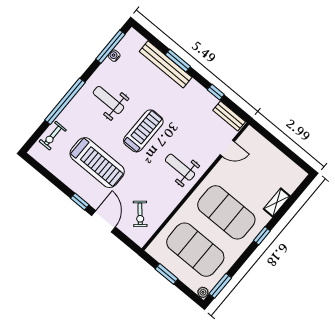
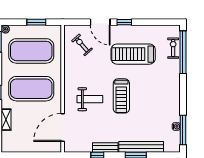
weight bench: (108, 100) -> (158, 97), removed
window: (65, 101) -> (183, 52), moved
bench: (229, 116) -> (105, 148), moved
door: (227, 148) -> (63, 127), width x1.87
weight bench: (180, 167) -> (90, 99), moved

